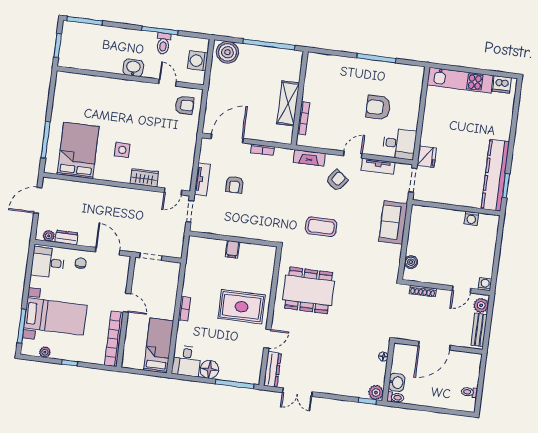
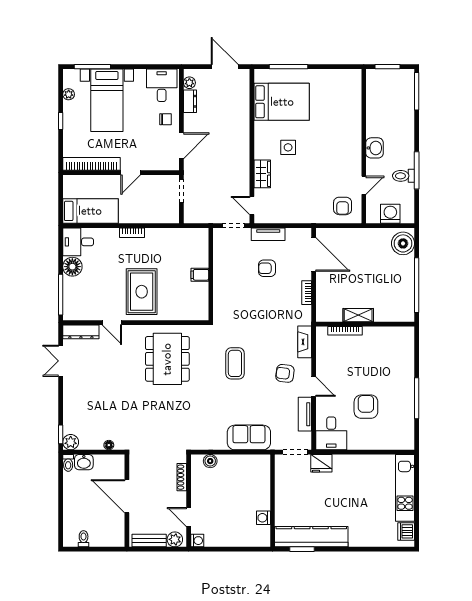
shelving: (288, 103) -> (358, 315), width x0.67, depth x0.75
armchair: (337, 180) -> (285, 373), turned 149

